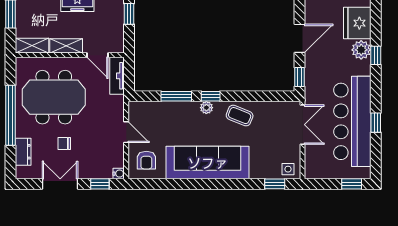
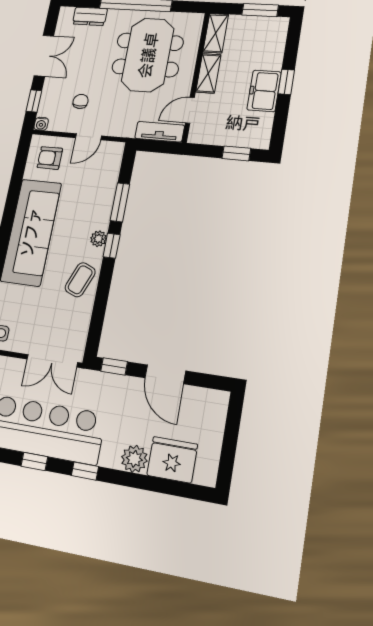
window: (376, 55) -> (85, 471), moved
chair: (64, 143) -> (81, 101), moved

